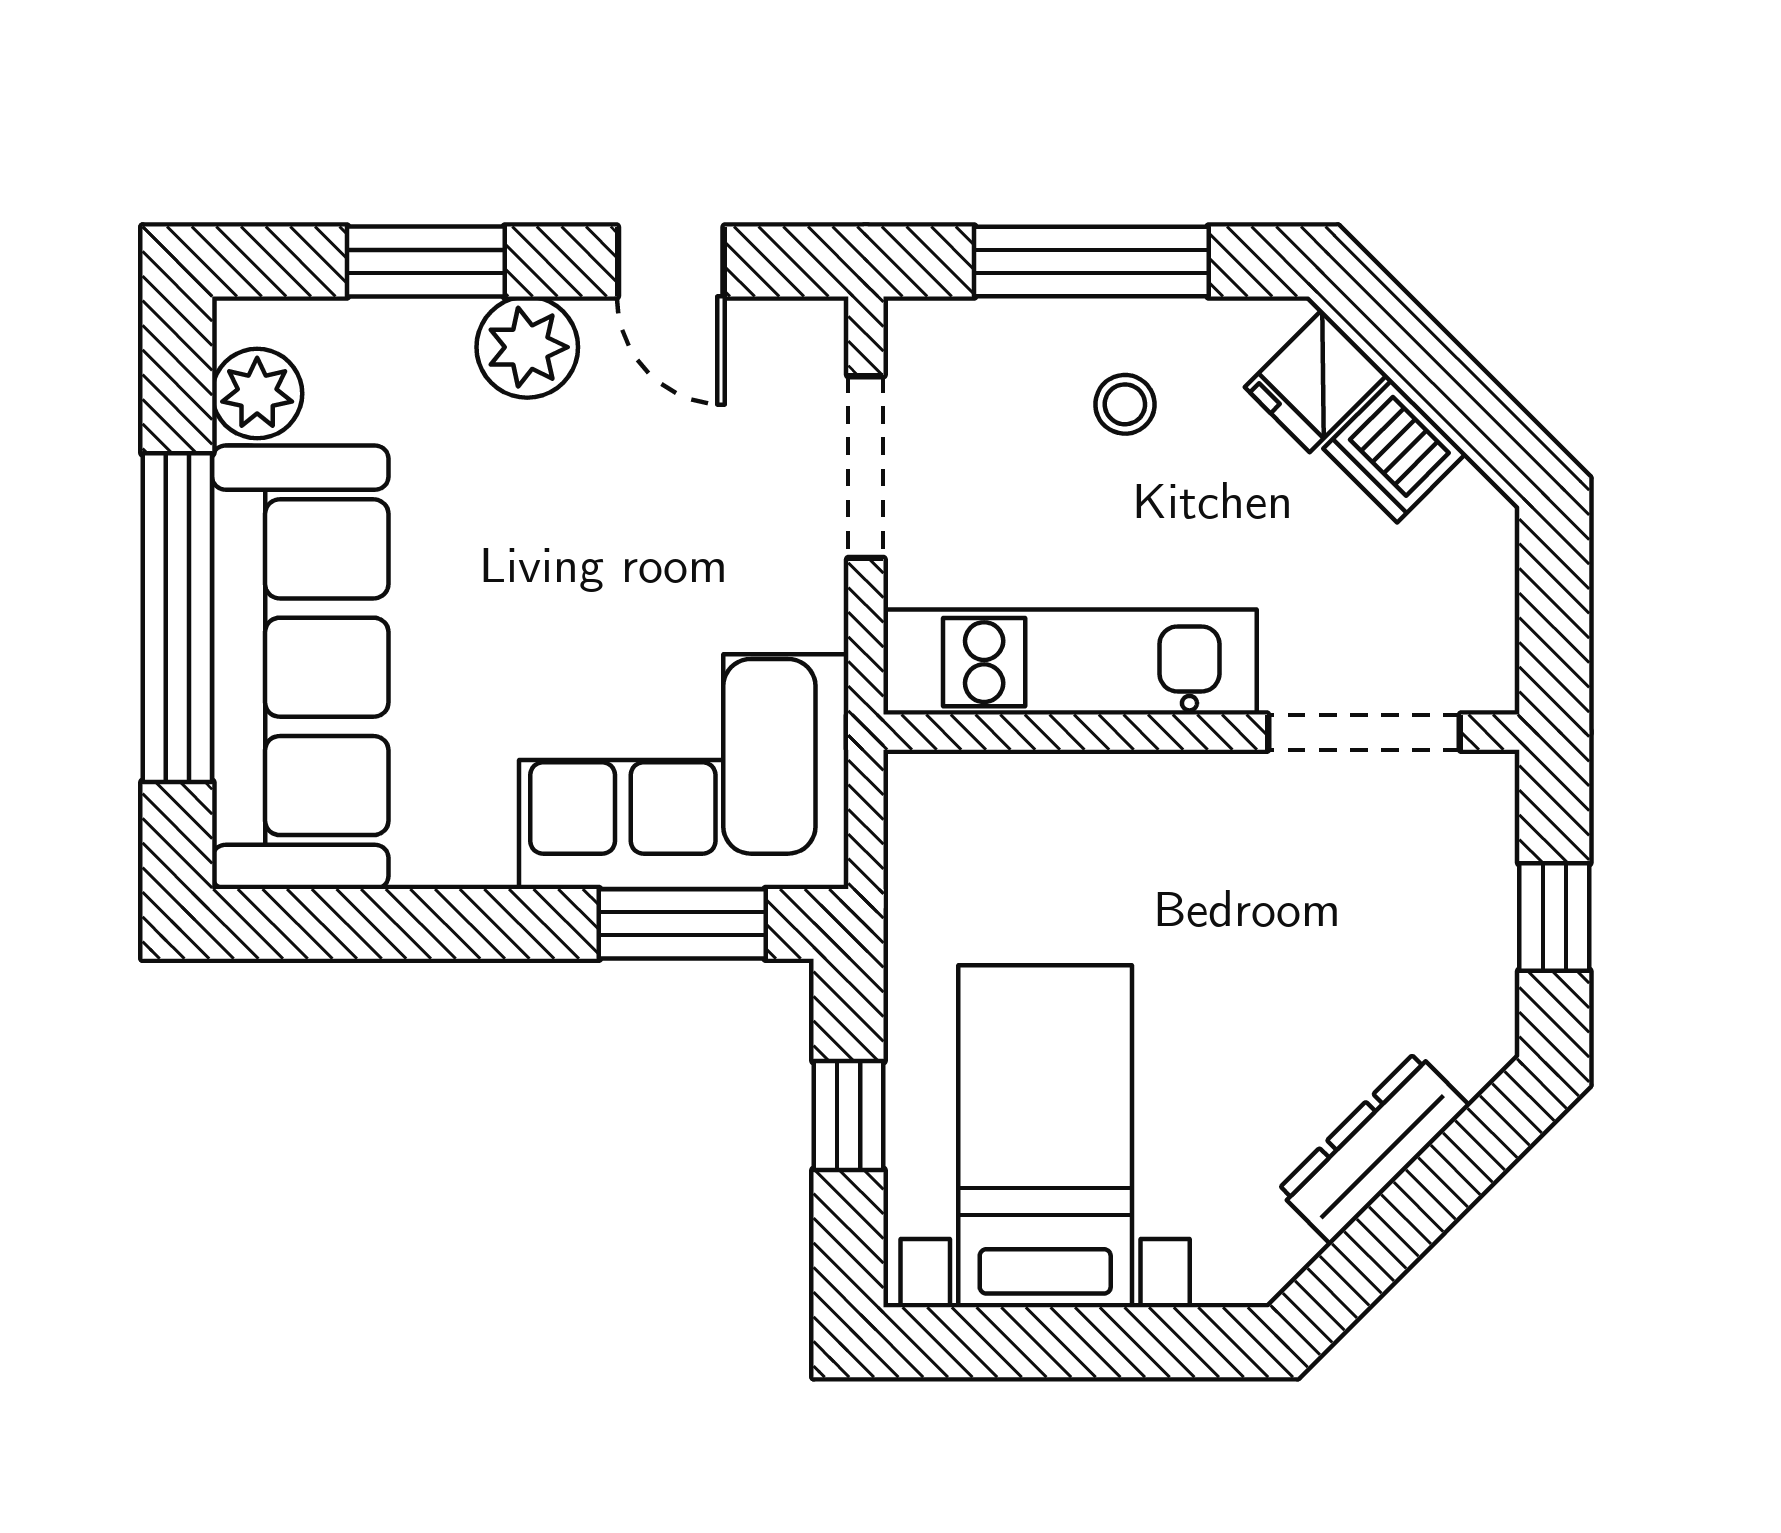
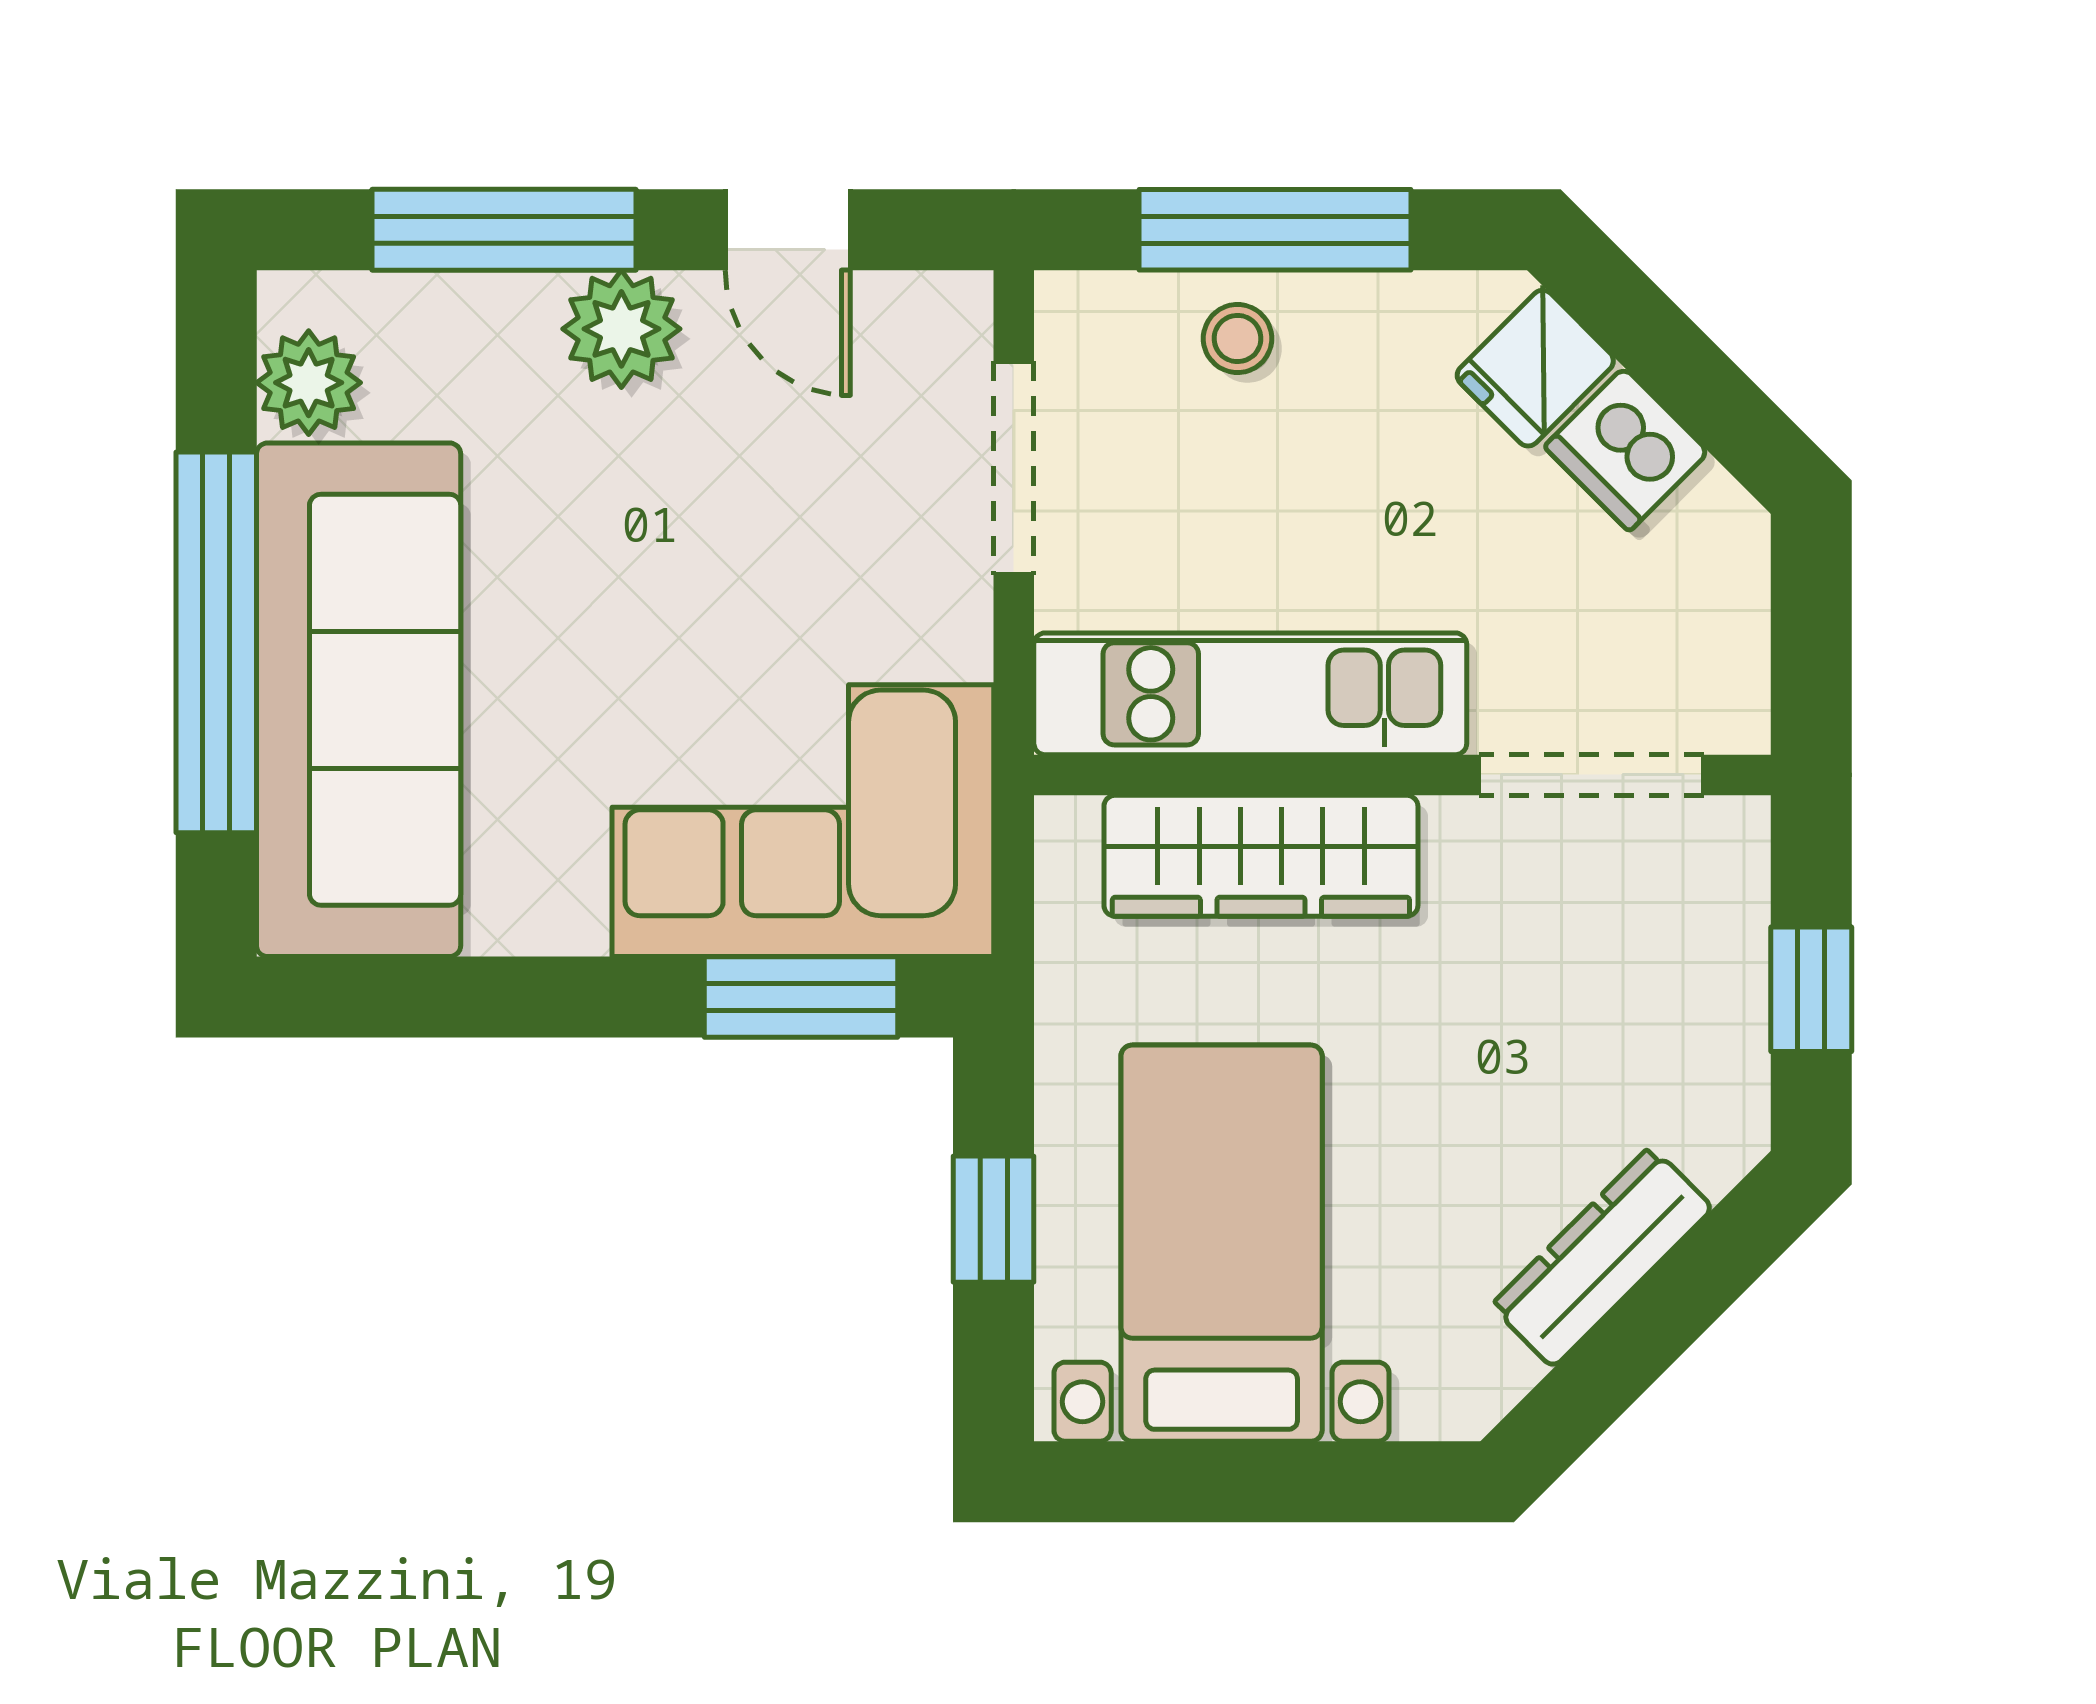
window: (426, 262) -> (504, 230), width x1.44
stool: (1125, 404) -> (1237, 339), moved
wardrobe: (1079, 802) -> (1261, 856), added

